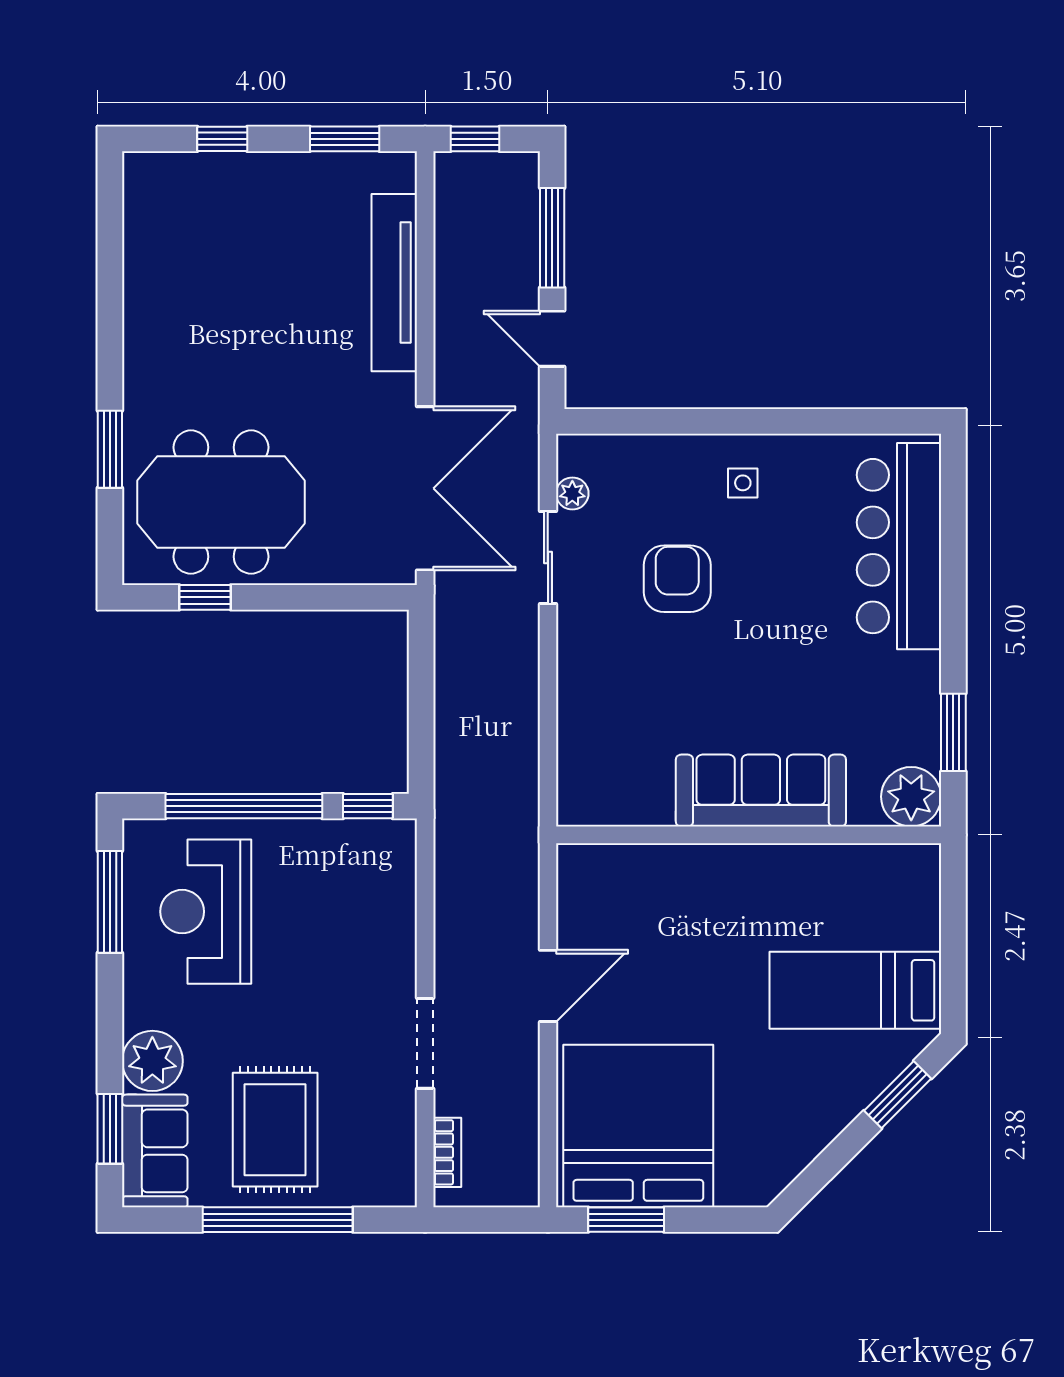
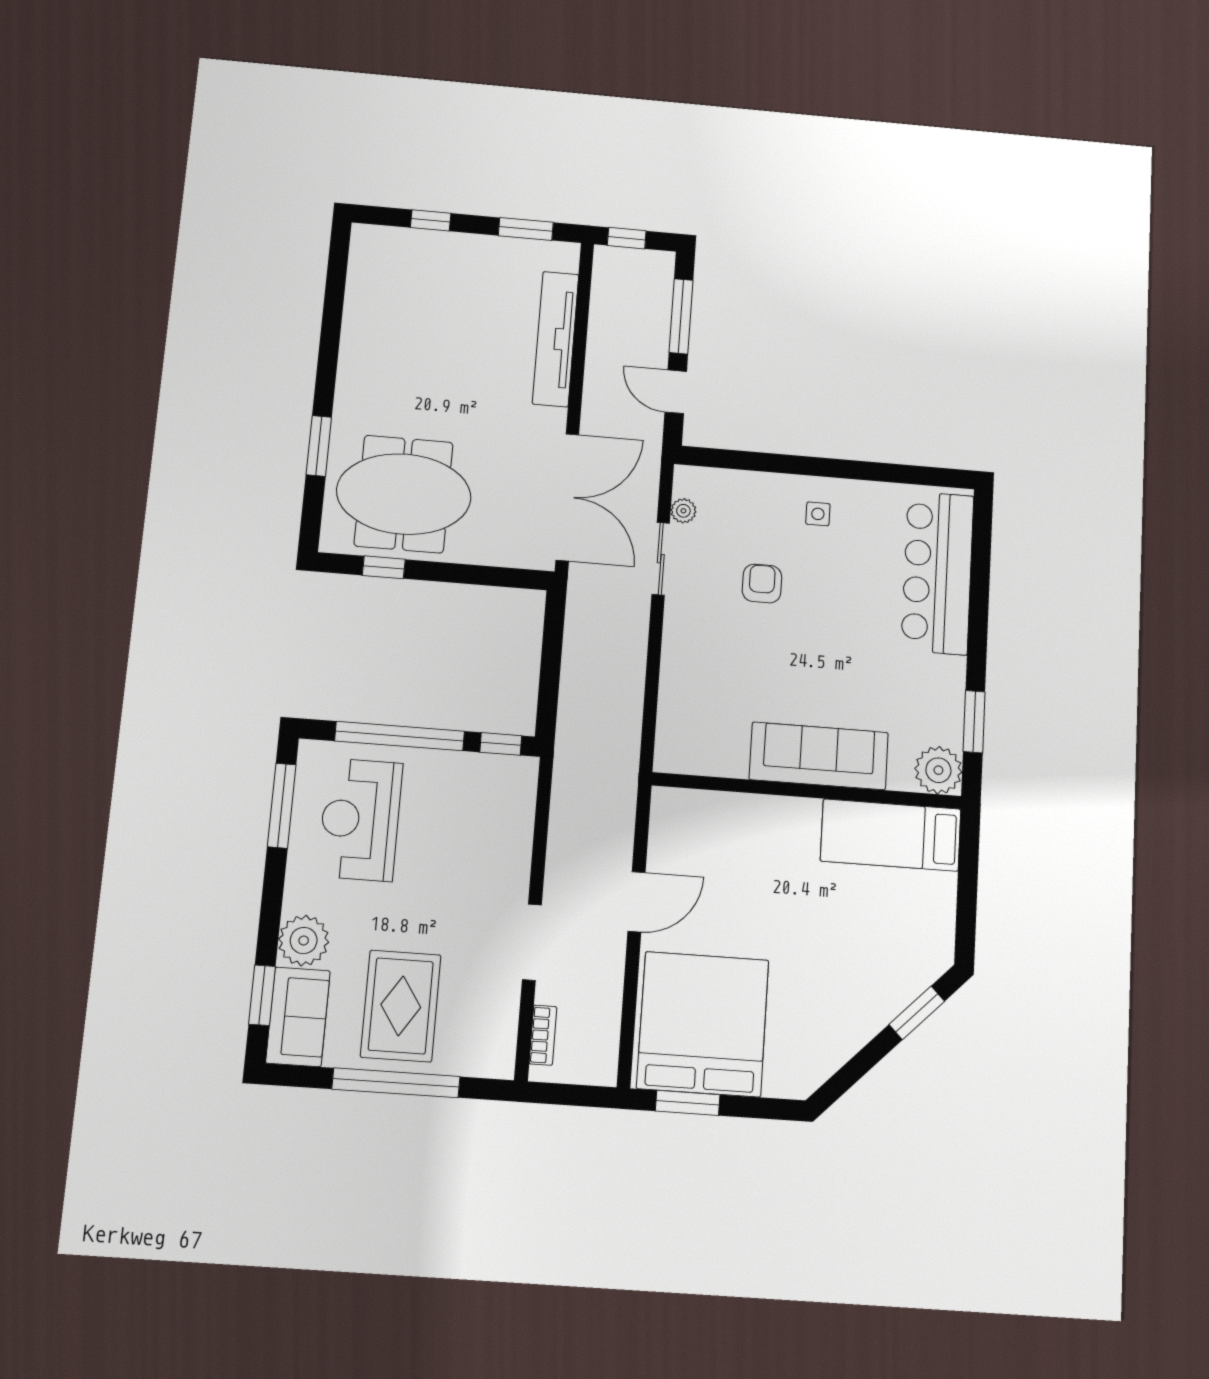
armchair: (677, 579) -> (762, 584), width x0.72, depth x0.72
bed: (855, 990) -> (891, 835), moved

